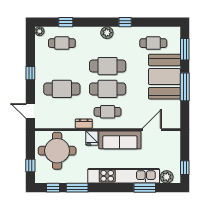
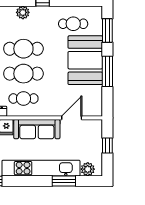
window: (185, 168) -> (107, 145), moved

